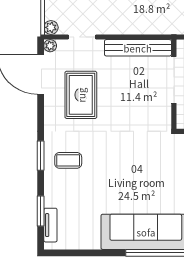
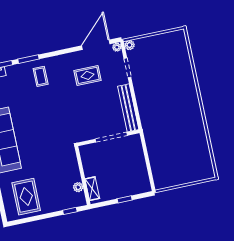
rug: (81, 95) -> (88, 75), width x0.73, depth x0.70
window: (41, 156) -> (28, 59), moved

